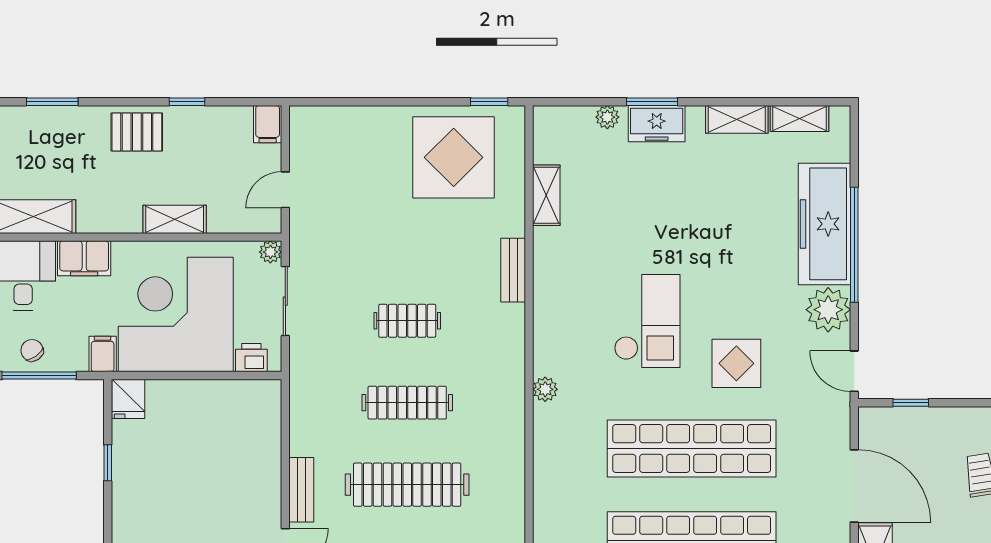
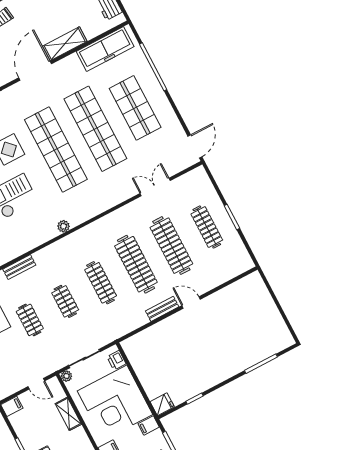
shelving: (175, 219) -> (68, 414), moved
clothes rail: (407, 239) -> (30, 320), added

